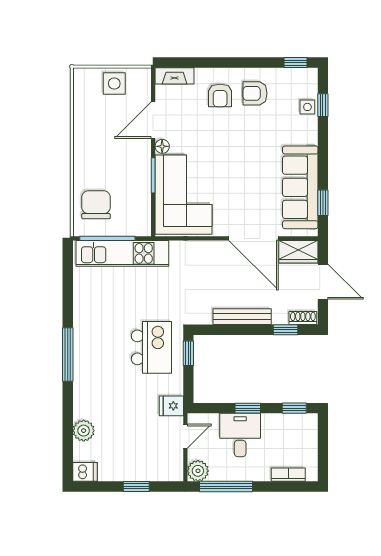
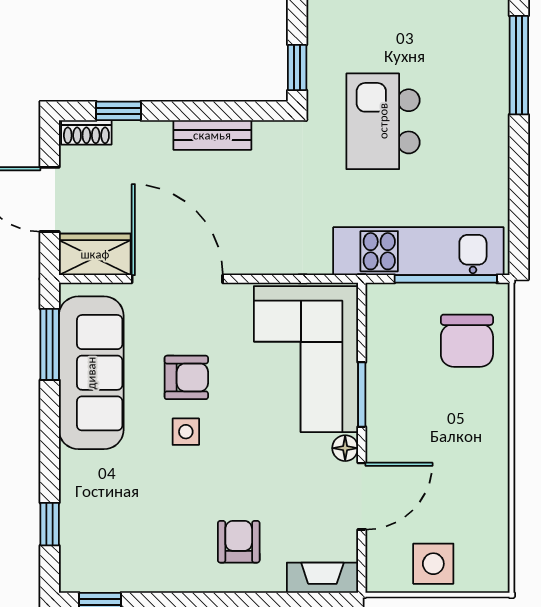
armchair: (255, 93) -> (186, 377), moved
side table: (307, 107) -> (186, 432), moved
window: (323, 203) -> (50, 344), width x1.50
bench: (242, 317) -> (212, 135), width x0.73
kitchen island: (151, 347) -> (383, 121), moved

